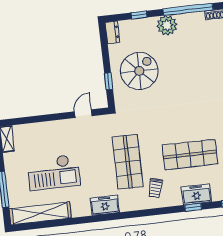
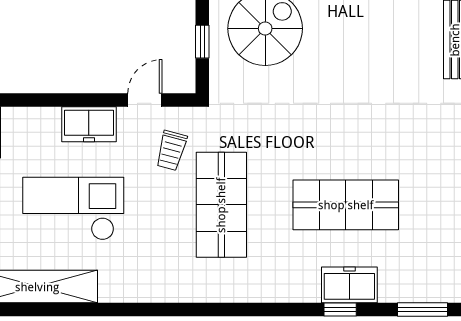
checkout: (54, 172) -> (73, 209), turned 180
trolley: (155, 188) -> (171, 151), moved
freezer: (105, 205) -> (89, 124), moved, turned 180

